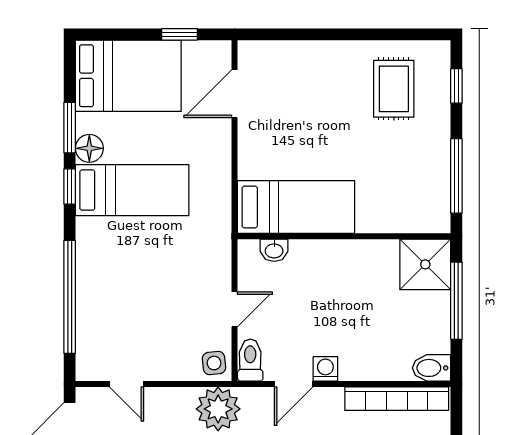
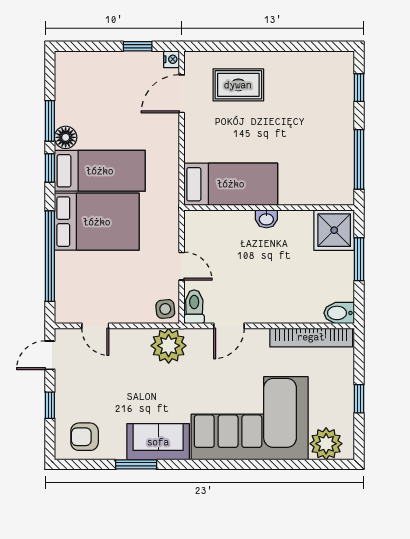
nightstand: (222, 51) -> (172, 59), added
bed: (128, 76) -> (97, 222), moved
rug: (394, 89) -> (238, 85), moved, turned 90
washbasin: (274, 250) -> (266, 219), moved
window: (456, 301) -> (359, 259), width x0.69
door: (235, 309) -> (182, 266), hinge flipped
washing machine: (325, 369) -> (254, 314), removed

